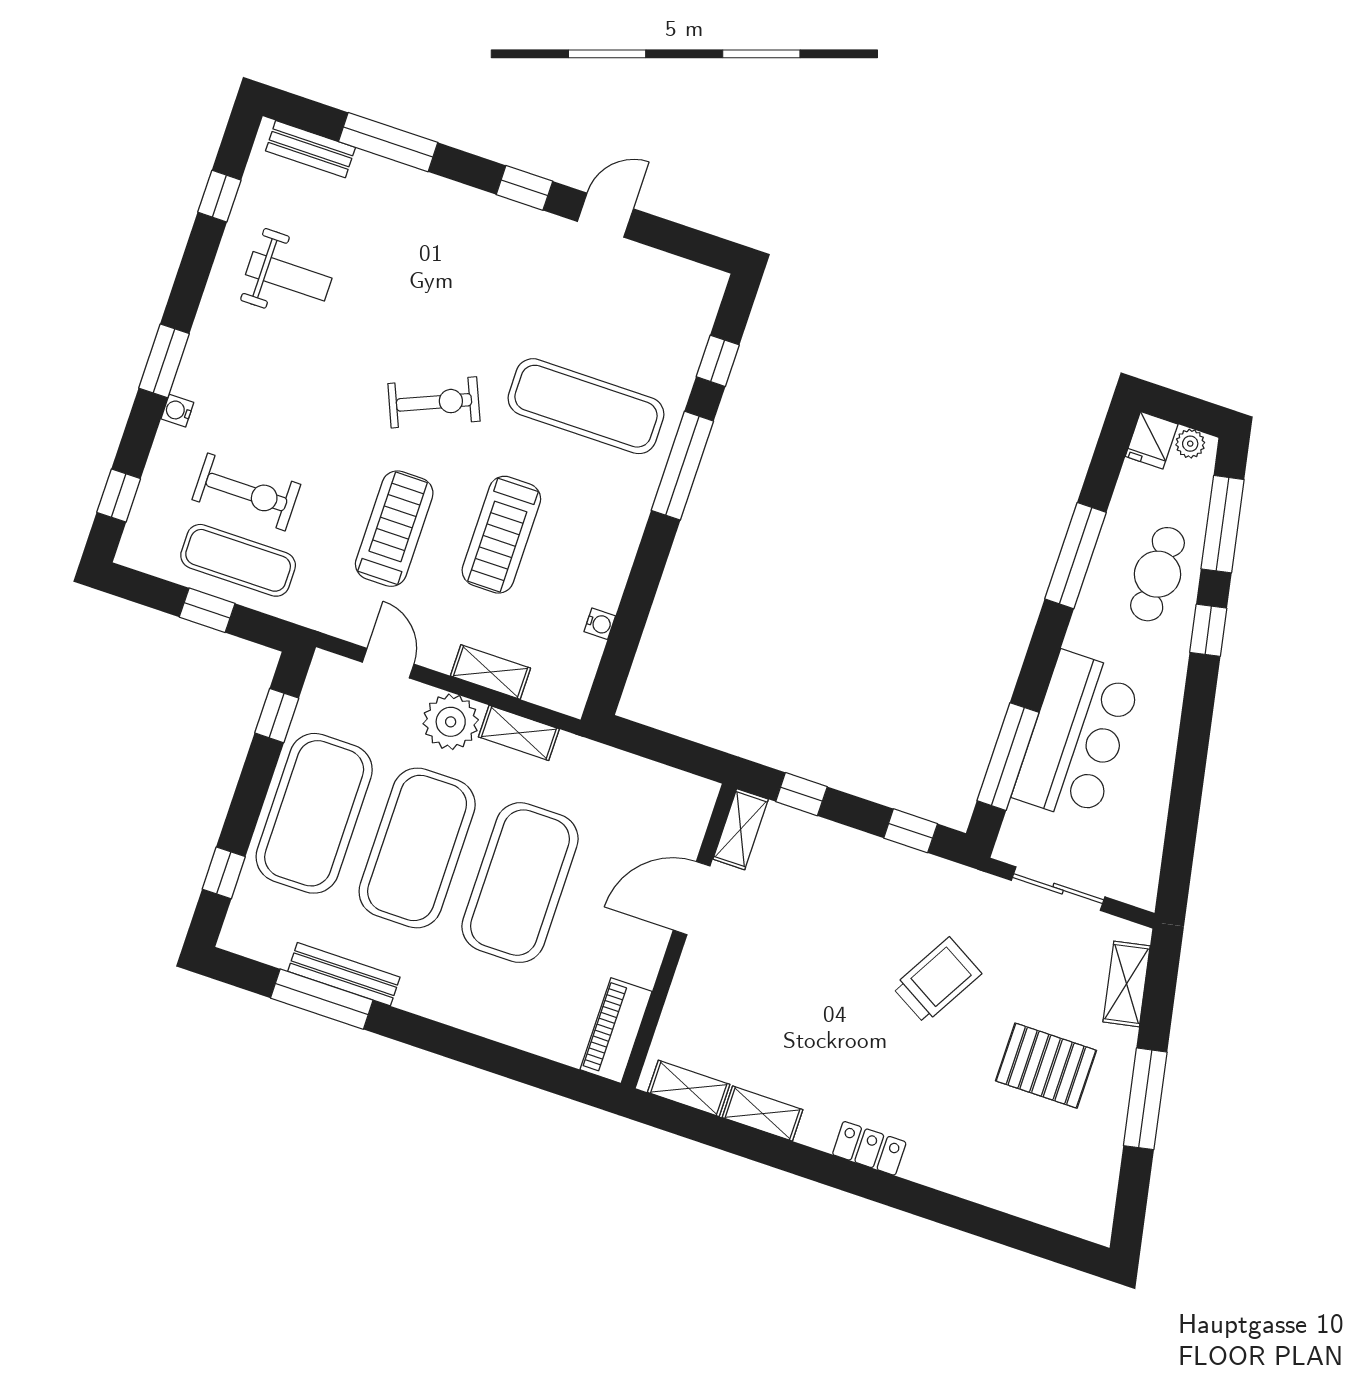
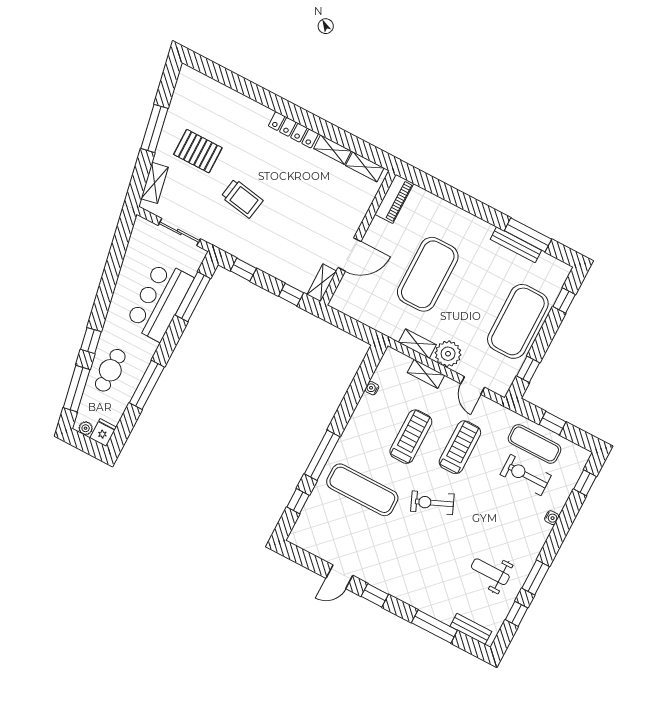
window: (164, 361) -> (536, 577), moved
treadmill: (394, 529) -> (460, 447), turned 180
exercise mat: (417, 848) -> (473, 298), removed
trolley: (937, 980) -> (242, 199), turned -110
locker: (869, 1148) -> (293, 130), width x1.53

